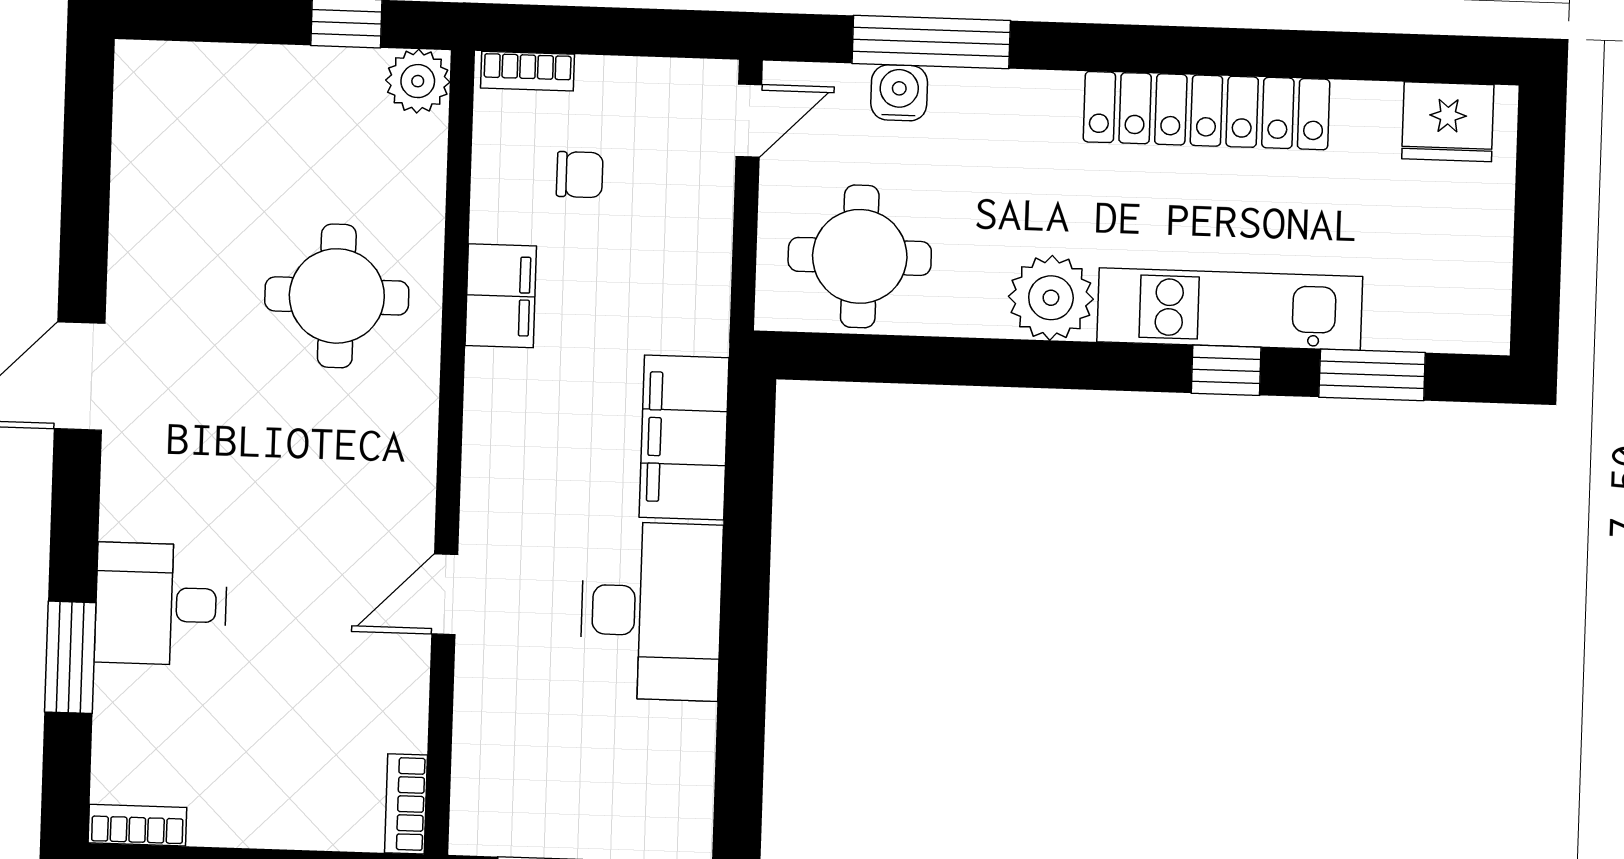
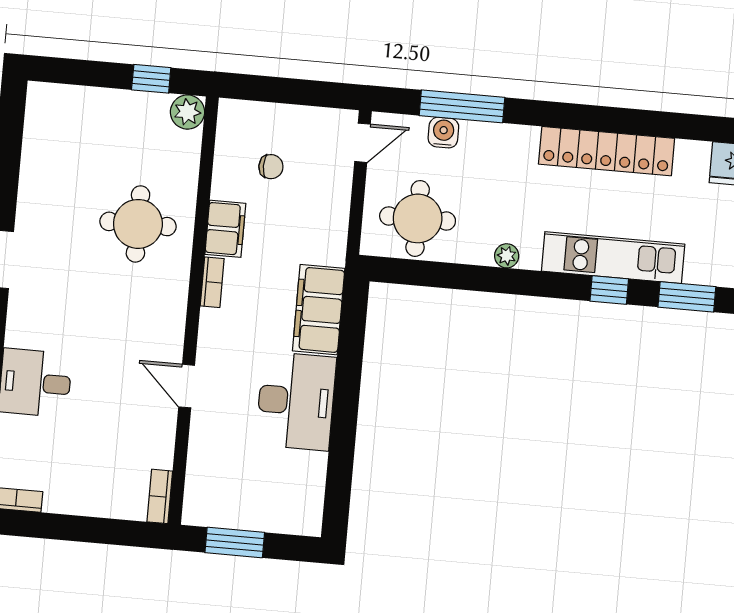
bookcase: (528, 71) -> (212, 282), moved, turned -90
plant: (1051, 298) -> (507, 256), width x0.53, depth x0.53
door: (445, 594) -> (187, 386), hinge flipped

